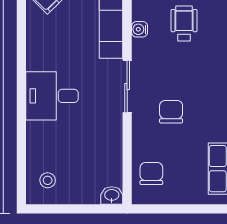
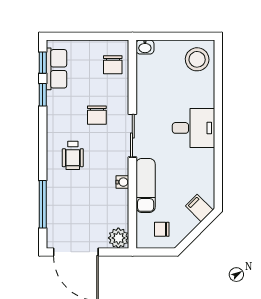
wheelchair: (184, 23) -> (73, 155), moved
stool: (48, 180) -> (197, 59), width x1.89, depth x1.89

